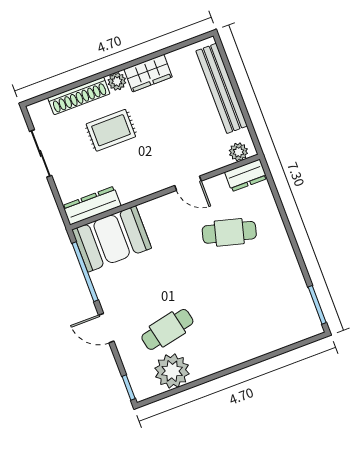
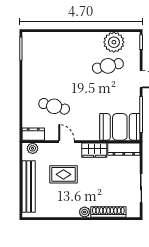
wardrobe: (148, 73) -> (94, 150), moved, turned 180
rug: (111, 130) -> (63, 174), moved

